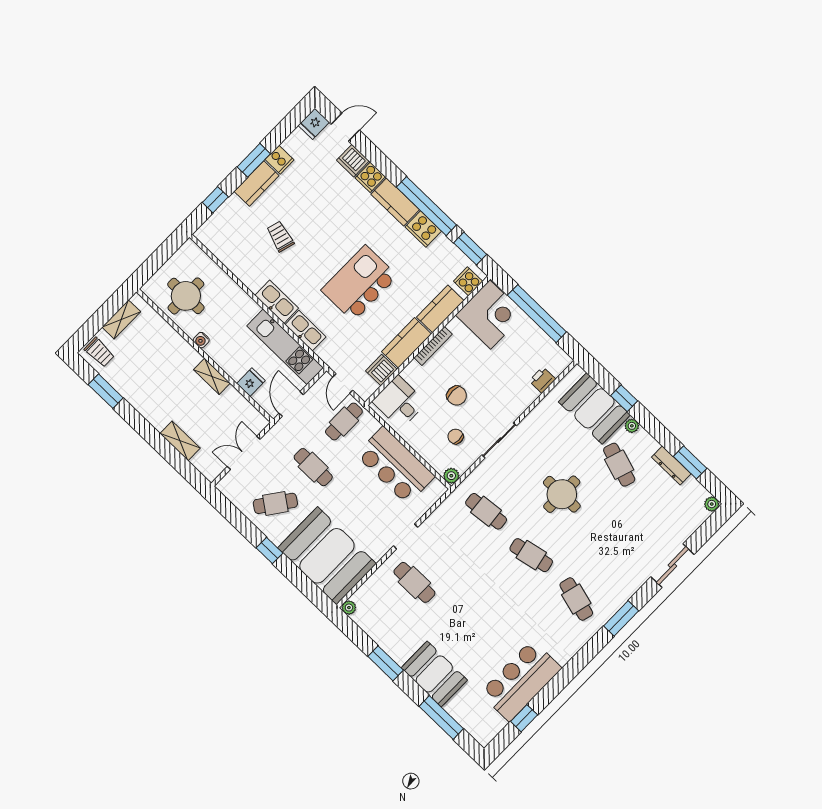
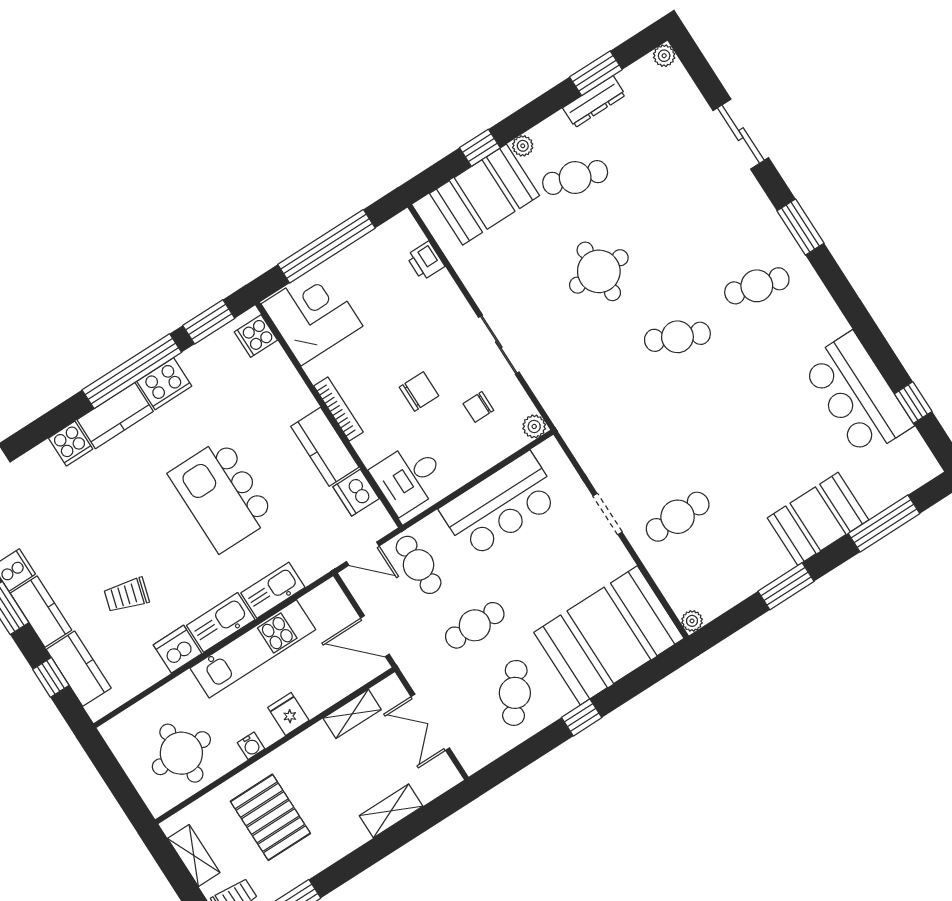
dishwasher: (353, 161) -> (178, 649), moved, turned 180
kitchen counter: (440, 309) -> (79, 669), moved, turned 180
kitchen unit: (285, 347) -> (253, 649), moved
pallet: (158, 363) -> (270, 817), added
shelving: (212, 376) -> (352, 714), moved
fridge: (251, 382) -> (288, 714), moved
cafe table: (486, 511) -> (598, 388), removed
cafe table: (531, 555) -> (677, 337), turned 36

